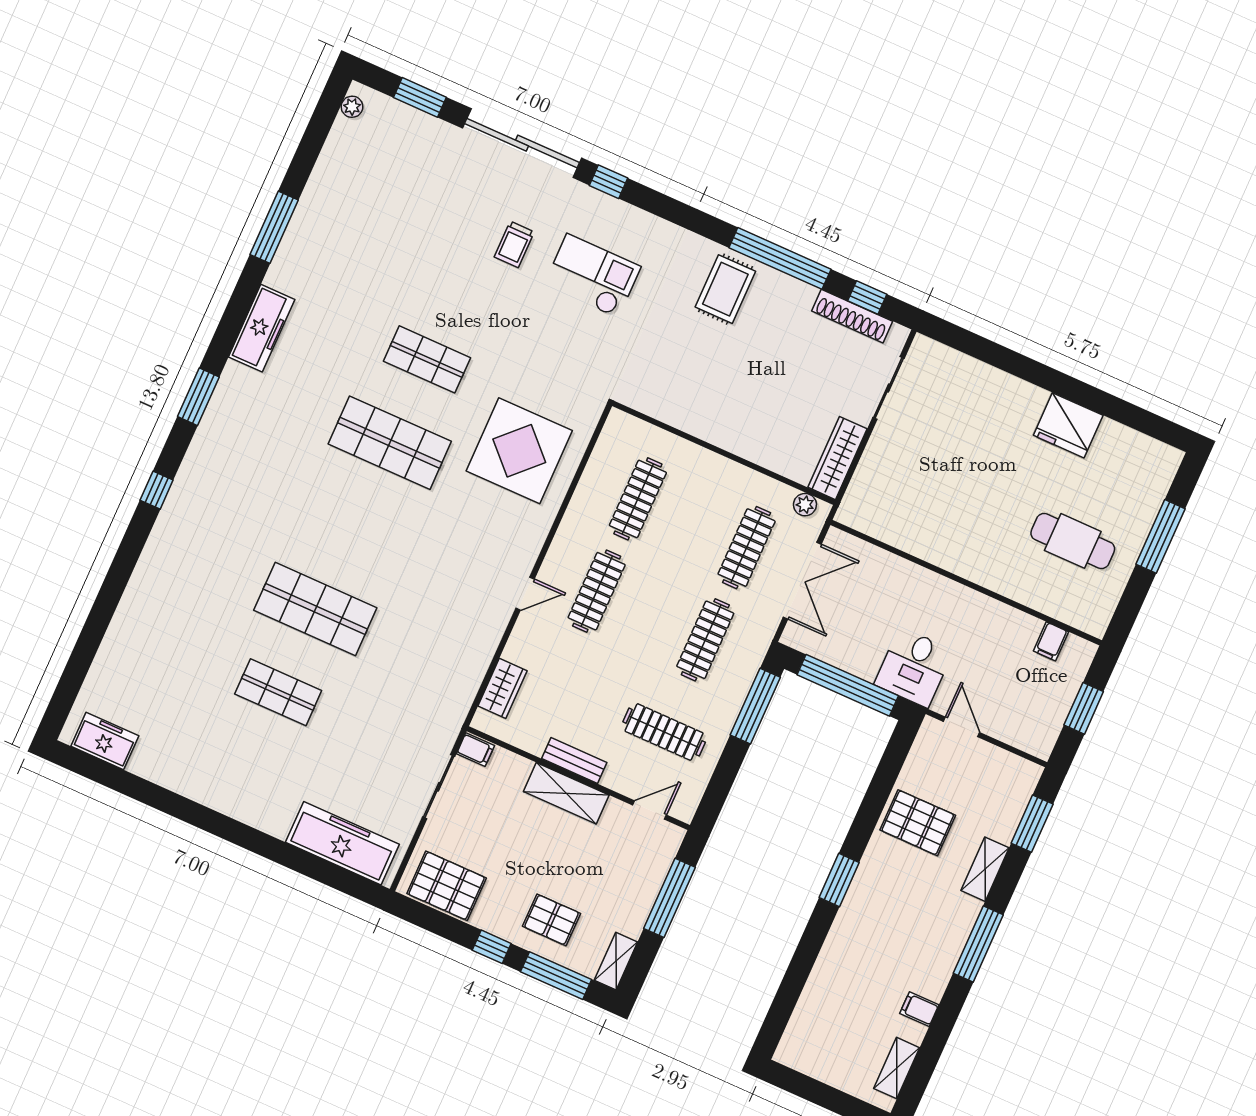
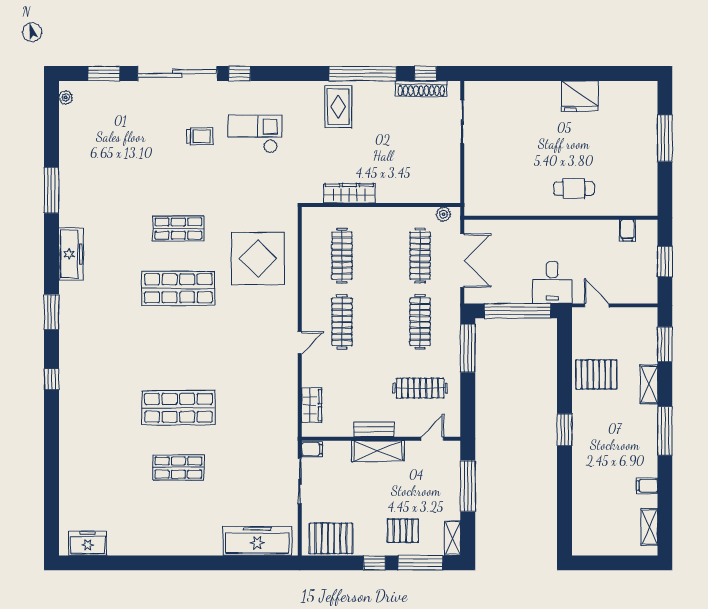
trolley: (514, 244) -> (200, 136), turned -90
wardrobe: (838, 458) -> (349, 193), moved, turned 90
cafe table: (1073, 541) -> (574, 188), moved, width x0.73, depth x0.74

